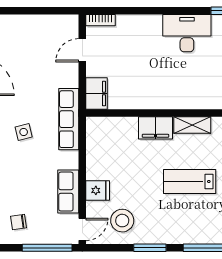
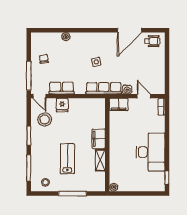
desk: (187, 33) -> (151, 152), width x1.36, depth x1.30
water cooler: (71, 79) -> (127, 89), added

